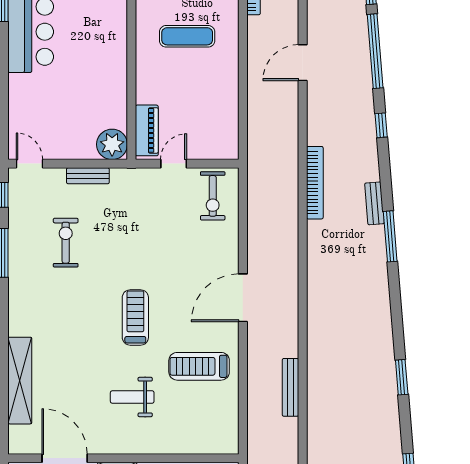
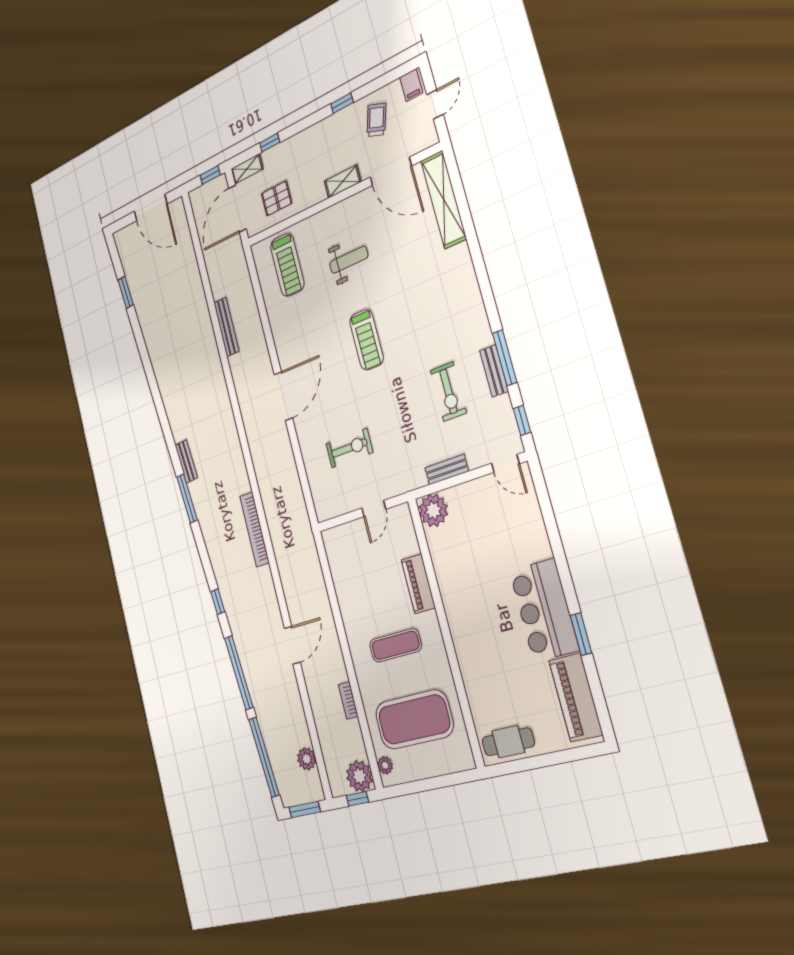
piano: (147, 130) -> (418, 584), moved
exercise bike: (213, 196) -> (349, 448), moved, turned 90
bench: (374, 203) -> (186, 461), moved
bench: (16, 245) -> (494, 371), added
treadmill: (199, 366) -> (287, 265), moved, turned 90
window: (402, 377) -> (149, 373), removed
shelving: (20, 381) -> (444, 200), moved

